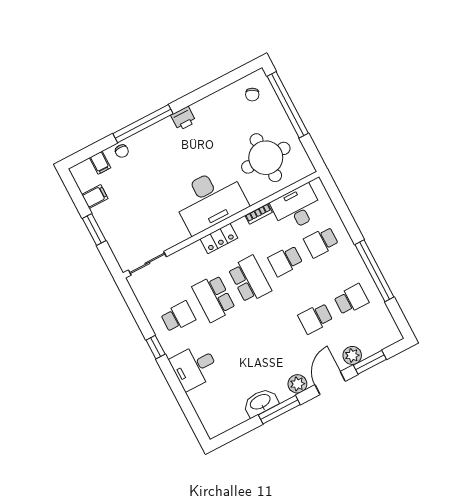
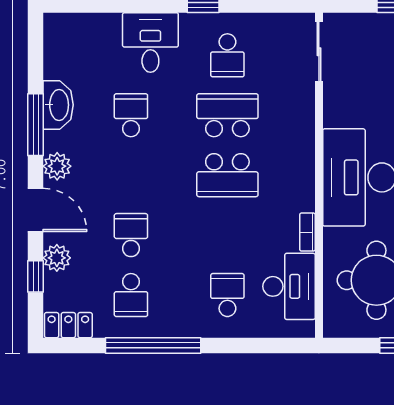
locker: (219, 238) -> (68, 325), moved, turned 90
school desk: (285, 261) -> (131, 115), moved
window: (370, 362) -> (36, 276), width x0.67

